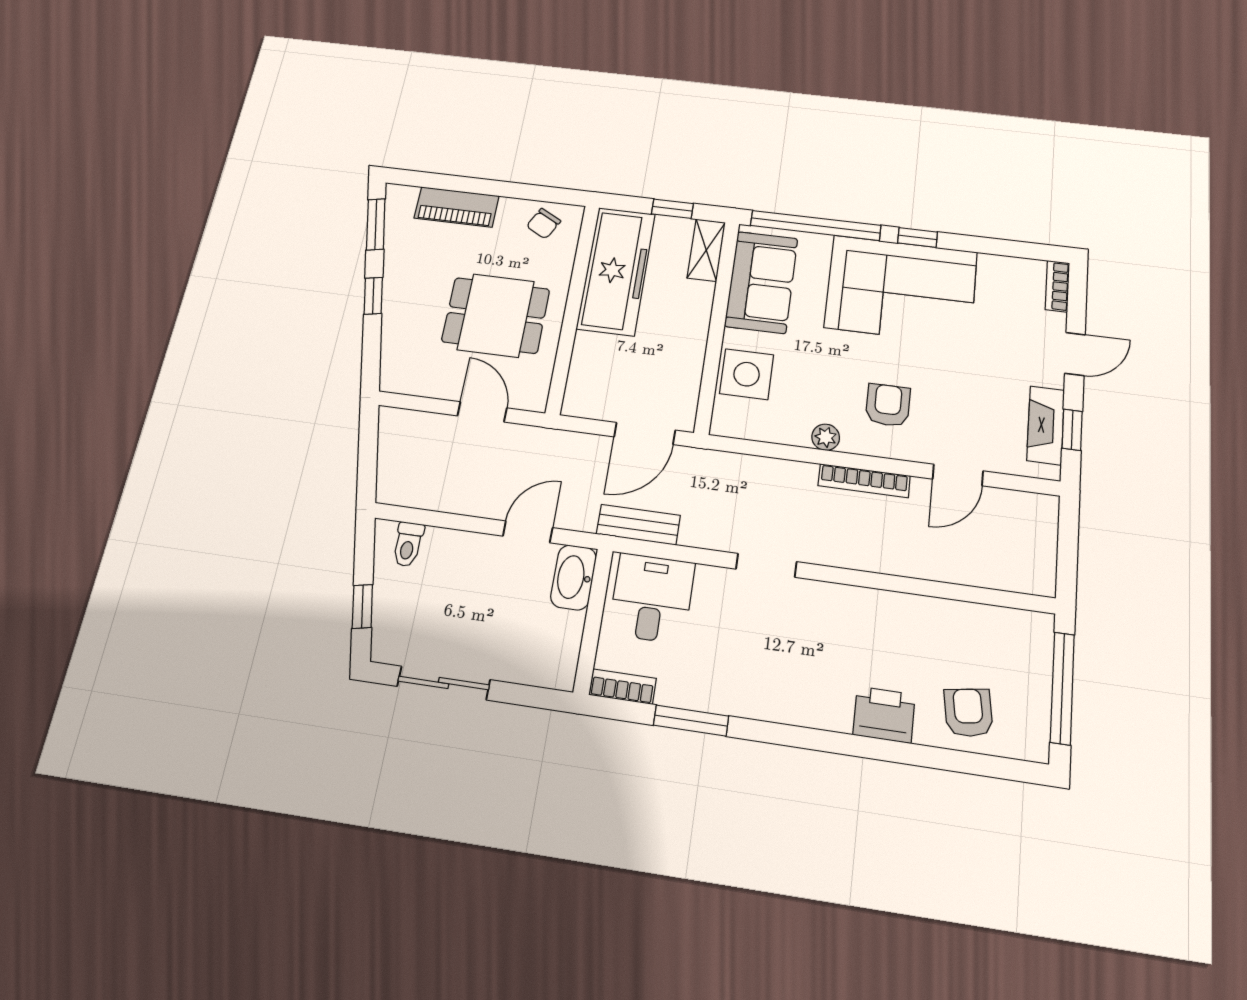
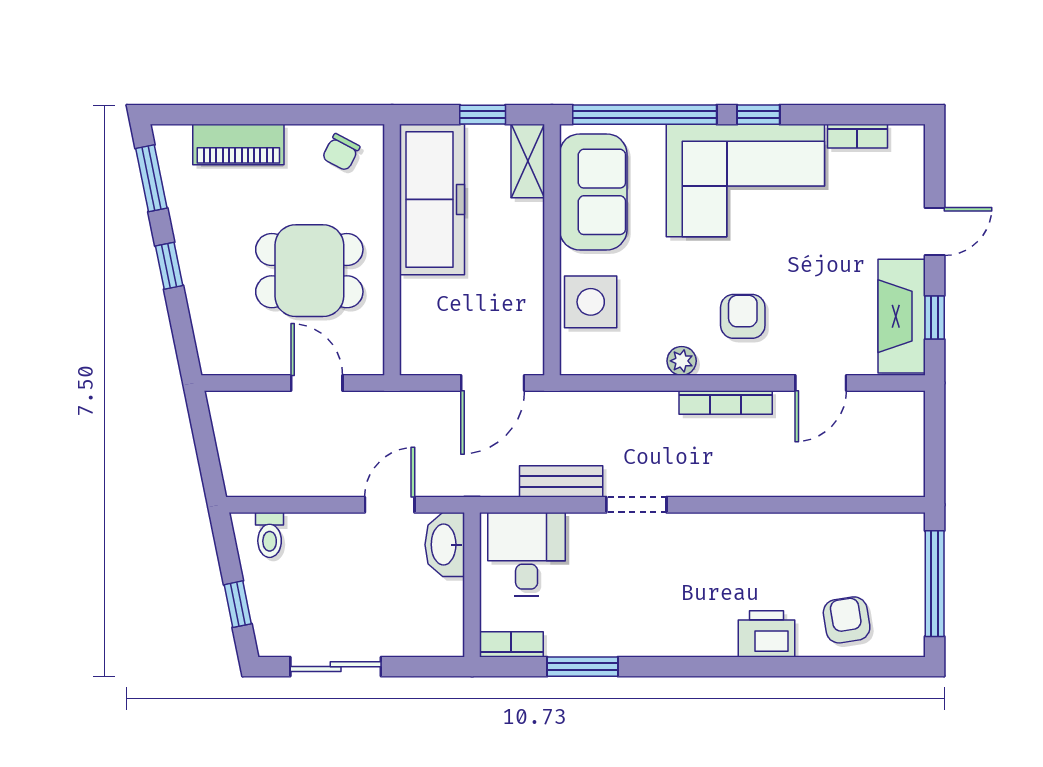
bookcase: (1057, 286) -> (857, 136), moved, turned -90
fireplace: (1046, 425) -> (902, 316), width x1.37, depth x1.32
bench: (638, 525) -> (561, 481), moved

